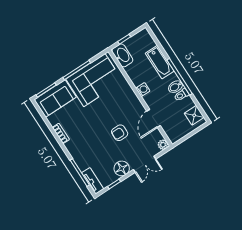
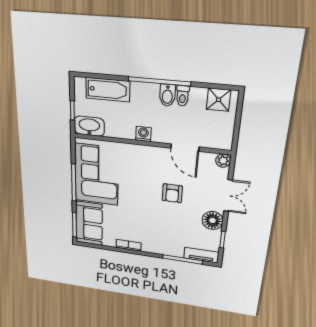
bathtub: (160, 62) -> (108, 90), moved

